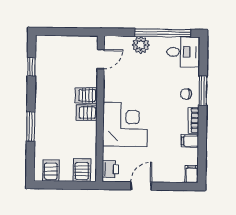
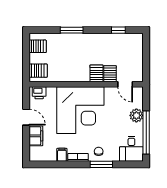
server rack: (87, 113) -> (110, 74), moved
corner desk: (125, 124) -> (80, 110), width x1.36, depth x1.36
filing cabinet: (192, 174) -> (36, 136), moved, width x2.00

